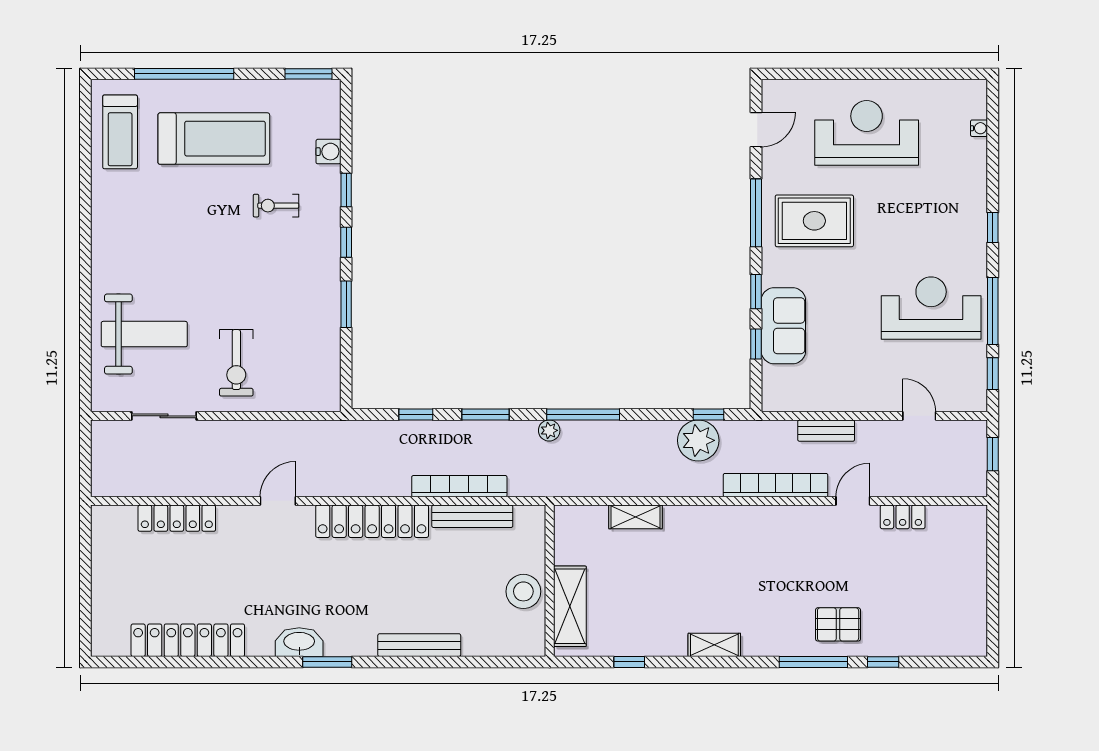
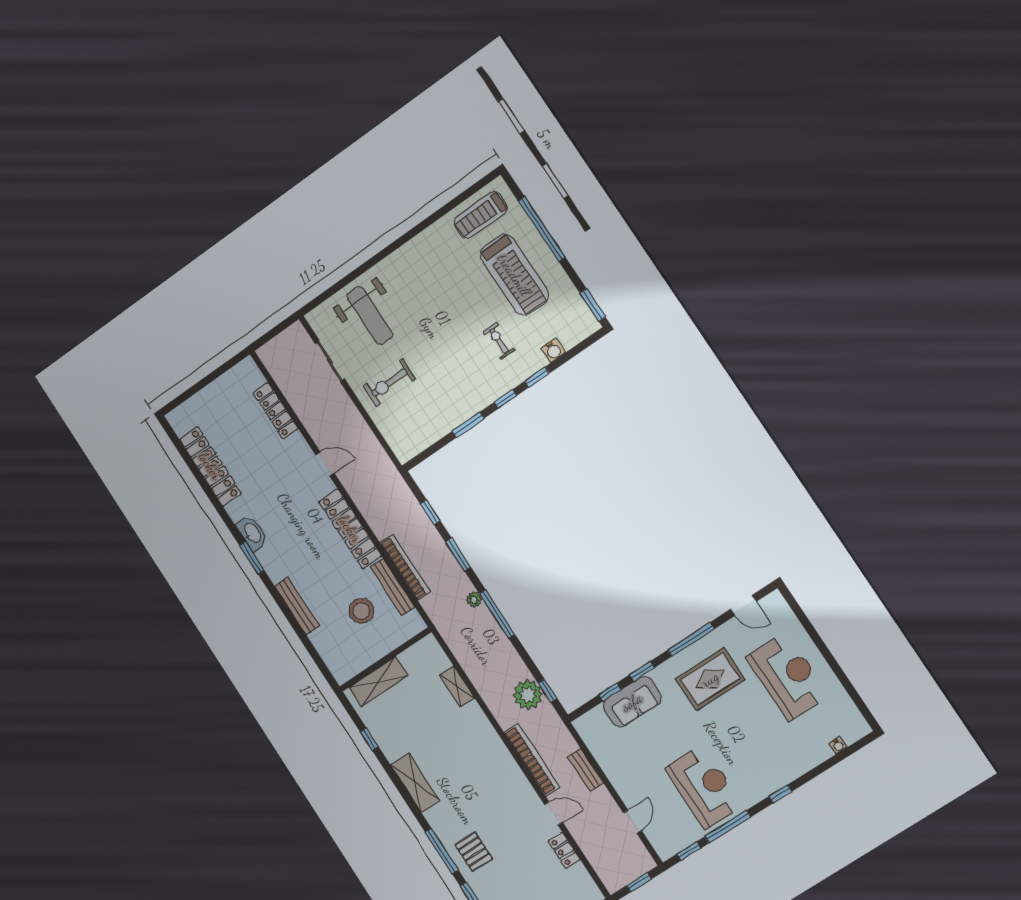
rug: (814, 221) -> (710, 679), turned 90
stool: (523, 591) -> (361, 611), moved
shelving: (714, 645) -> (415, 783), width x1.50, depth x1.33

